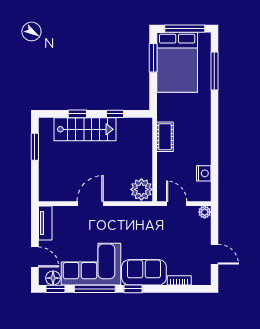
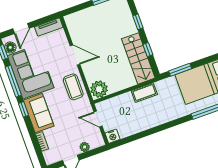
window: (153, 58) -> (180, 70), moved
stairs: (85, 129) -> (138, 58), moved
nightstand: (204, 173) -> (113, 136), moved
door: (177, 204) -> (98, 119), swing flipped
plant: (205, 212) -> (85, 147), moved
coffee table: (128, 219) -> (73, 87), added

